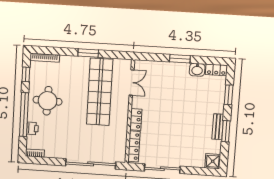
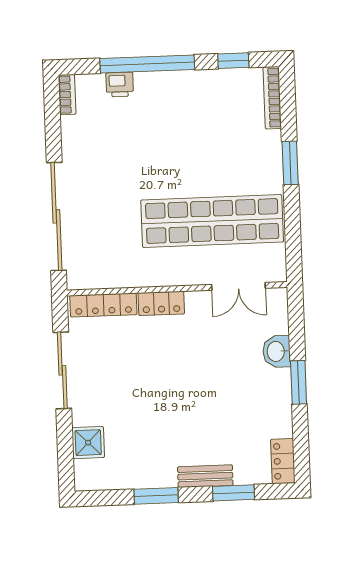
window: (88, 53) -> (290, 163), moved
washbasin: (197, 70) -> (277, 351), moved
round table: (48, 101) -> (182, 112), removed
bench: (218, 127) -> (205, 476), moved
shower: (213, 161) -> (88, 443), moved

